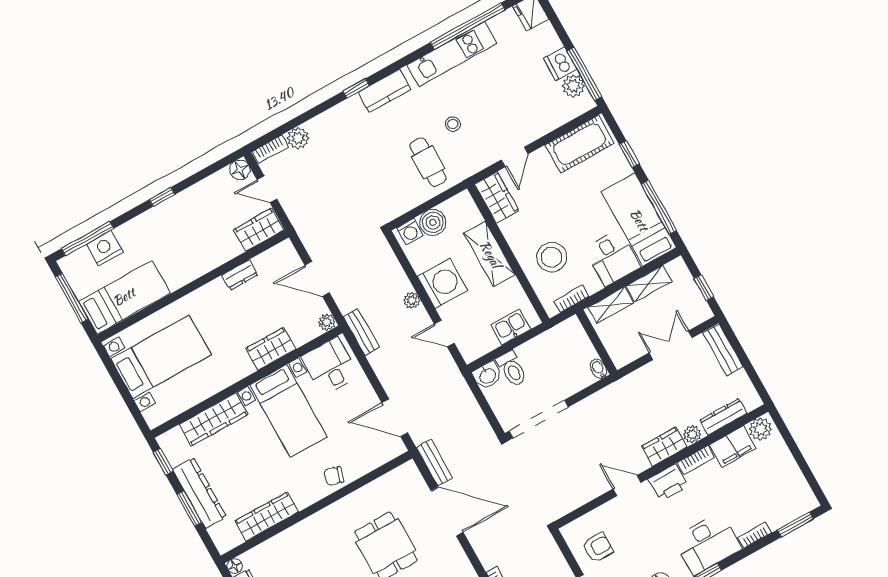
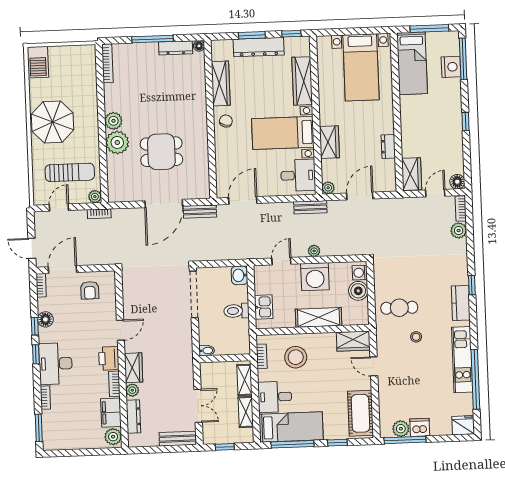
toilet: (512, 369) -> (236, 311), moved
chair: (334, 476) -> (226, 121), moved

